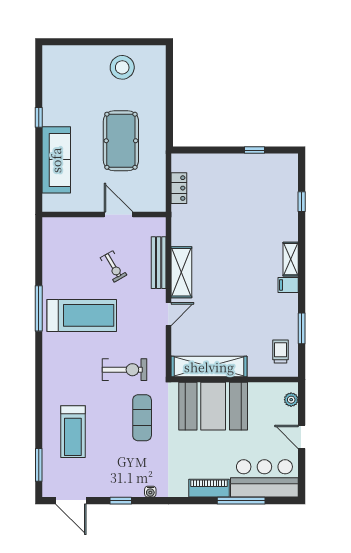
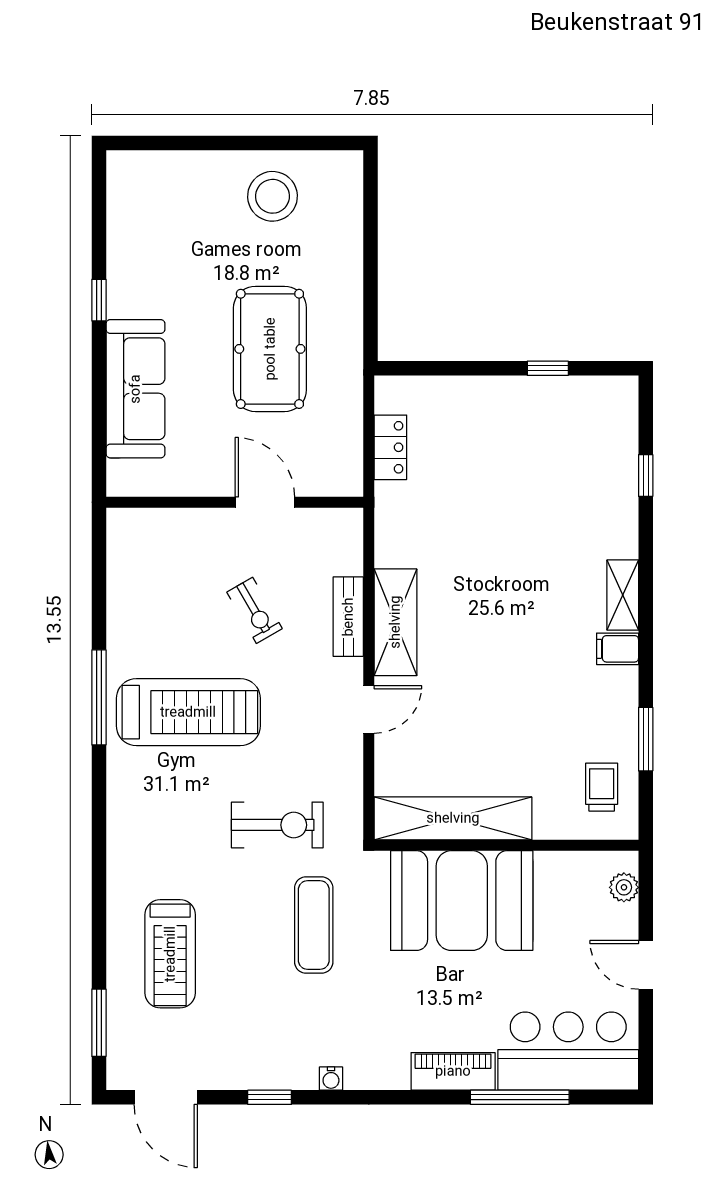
bench: (159, 263) -> (348, 617), width x0.73

